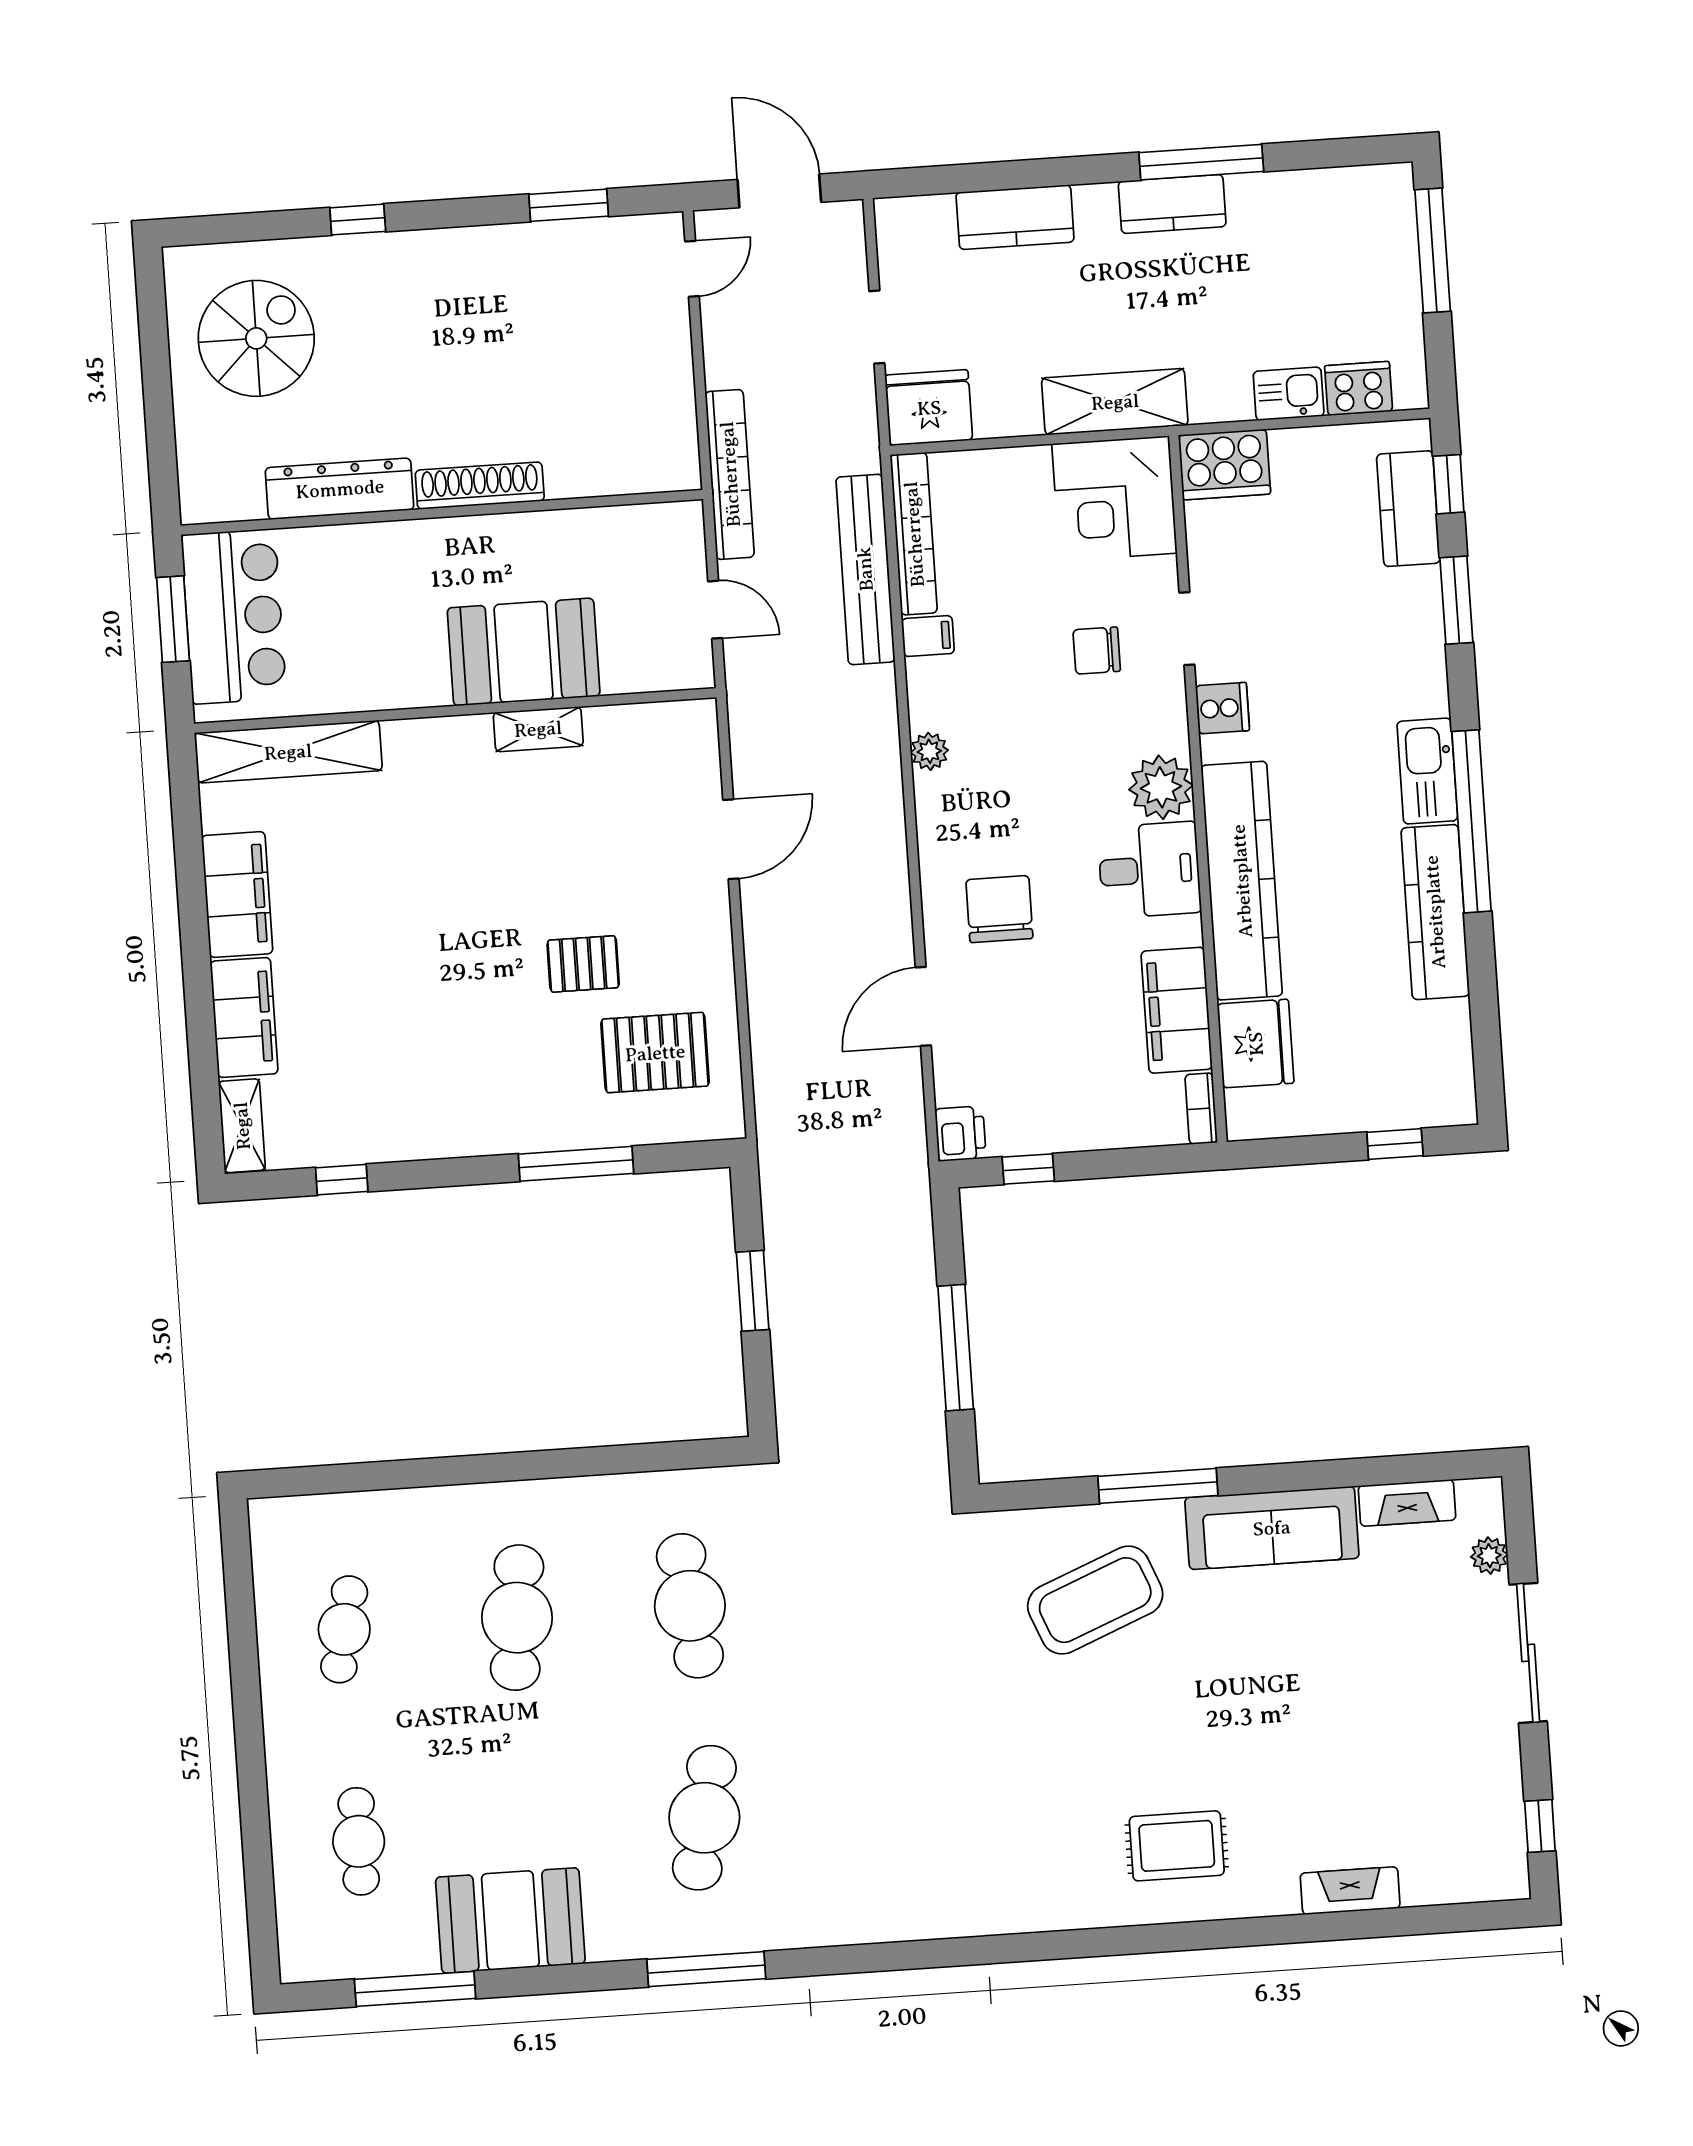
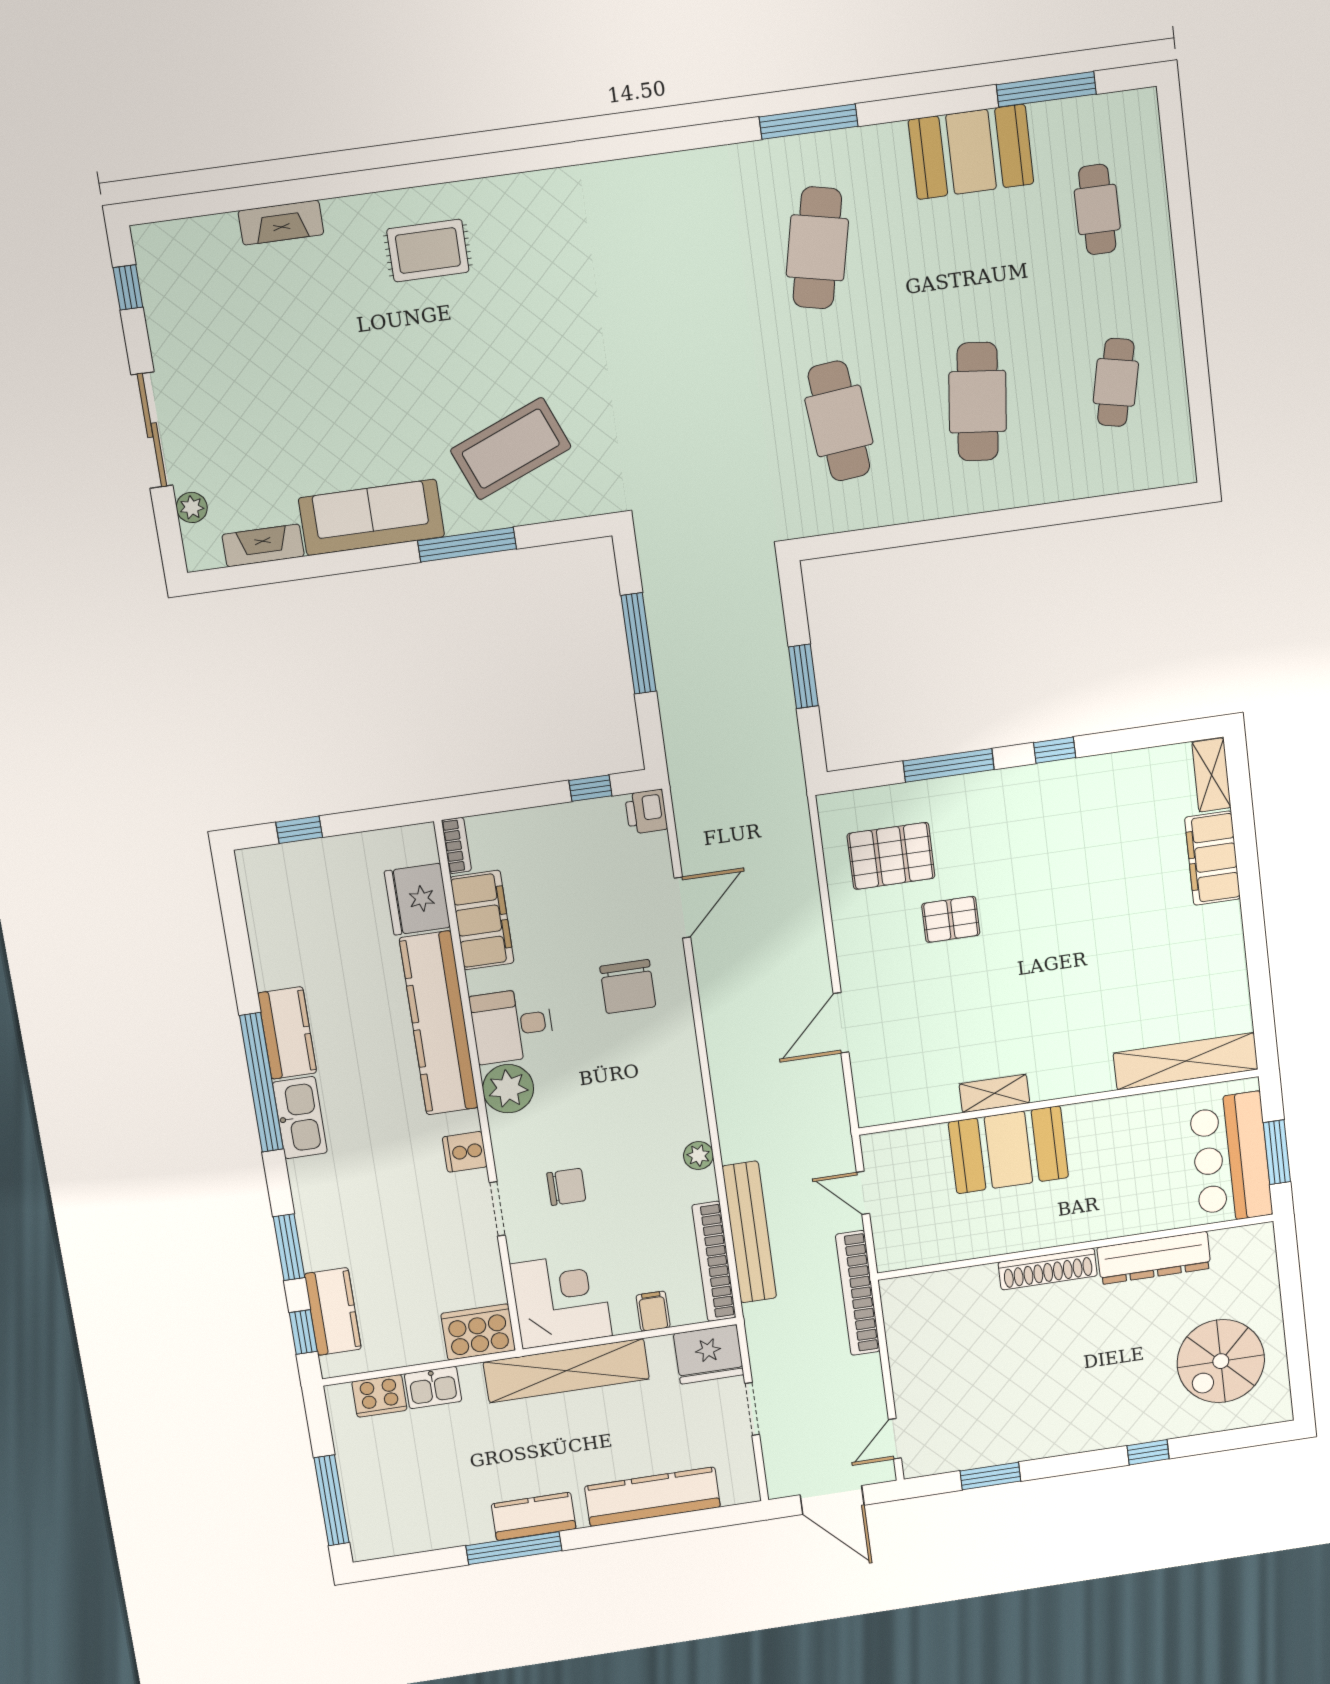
kitchen counter: (1015, 217) -> (653, 1497), width x1.50
shelving: (1115, 402) -> (566, 1371), width x1.47
filing cabinet: (928, 636) -> (653, 1311), moved, turned 90
plant: (929, 751) -> (698, 1156), moved
filing cabinet: (237, 895) -> (1221, 951), removed
kitchen counter: (1435, 912) -> (287, 1033), width x0.67
window: (342, 1180) -> (1055, 750), moved

